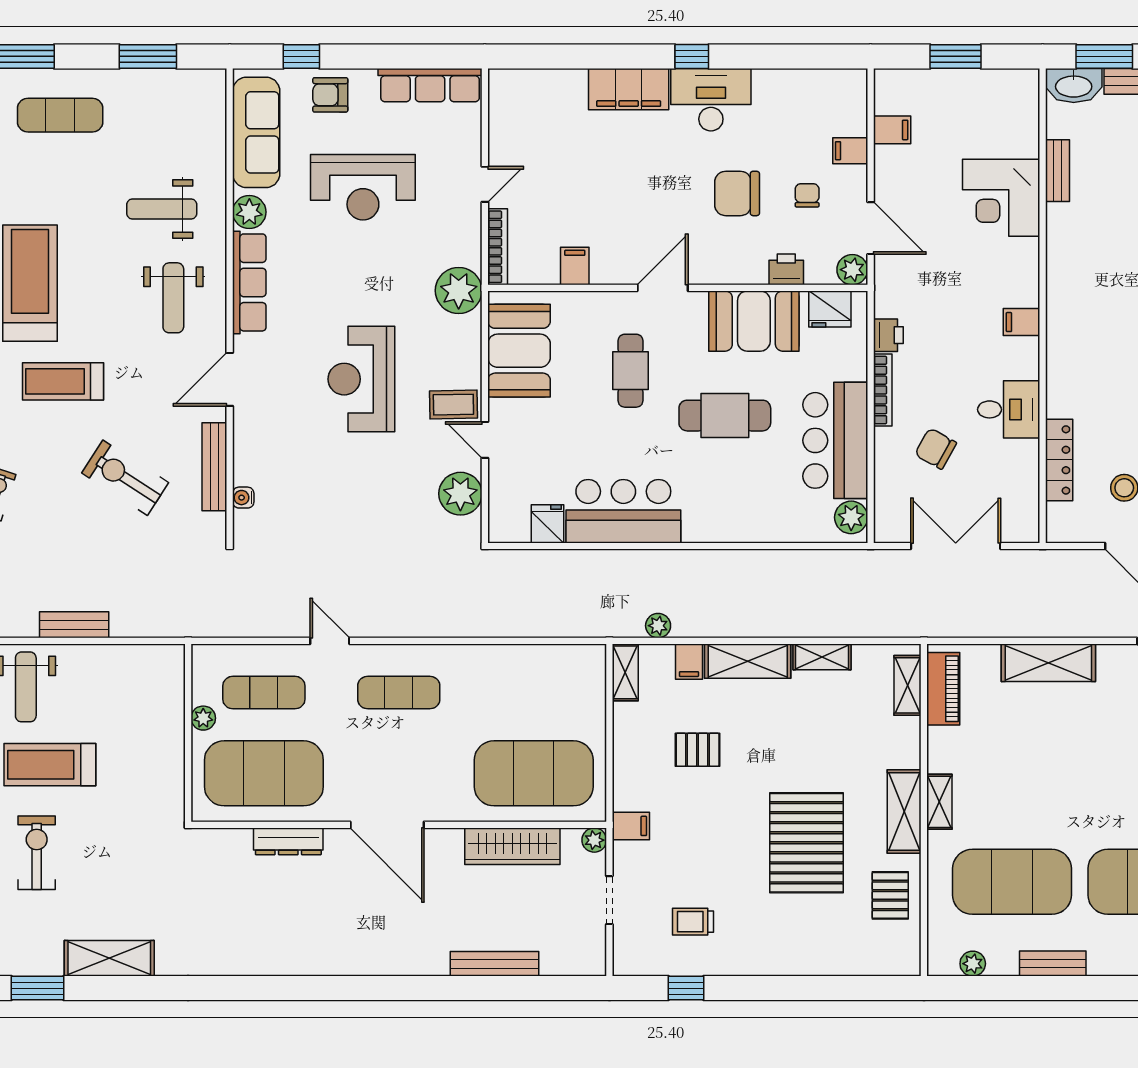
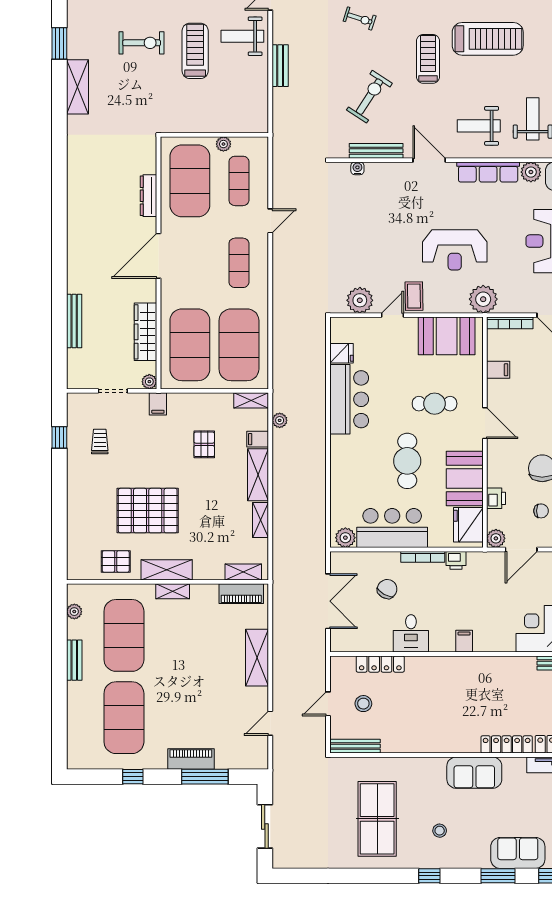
fridge: (830, 309) -> (468, 525), width x1.36, depth x1.34
reception desk: (361, 379) -> (455, 250), moved, turned 180
exercise mat: (534, 693) -> (239, 345), added

